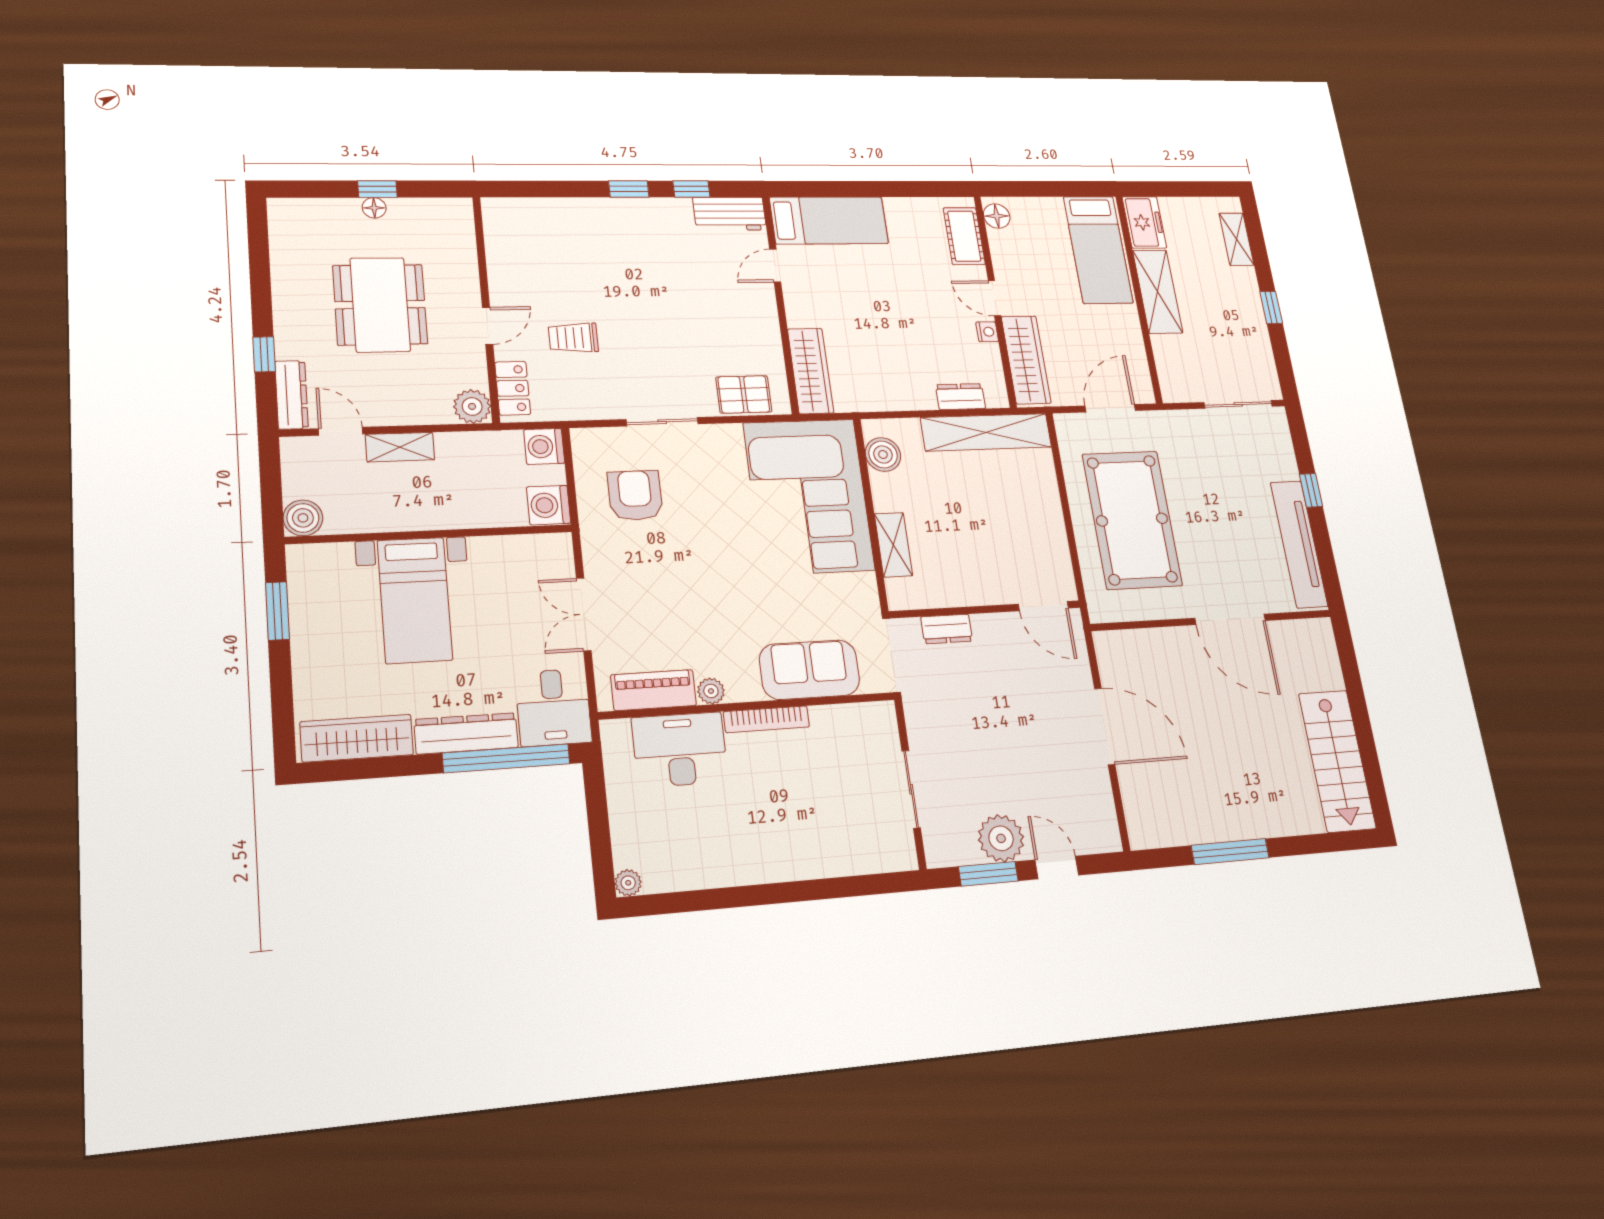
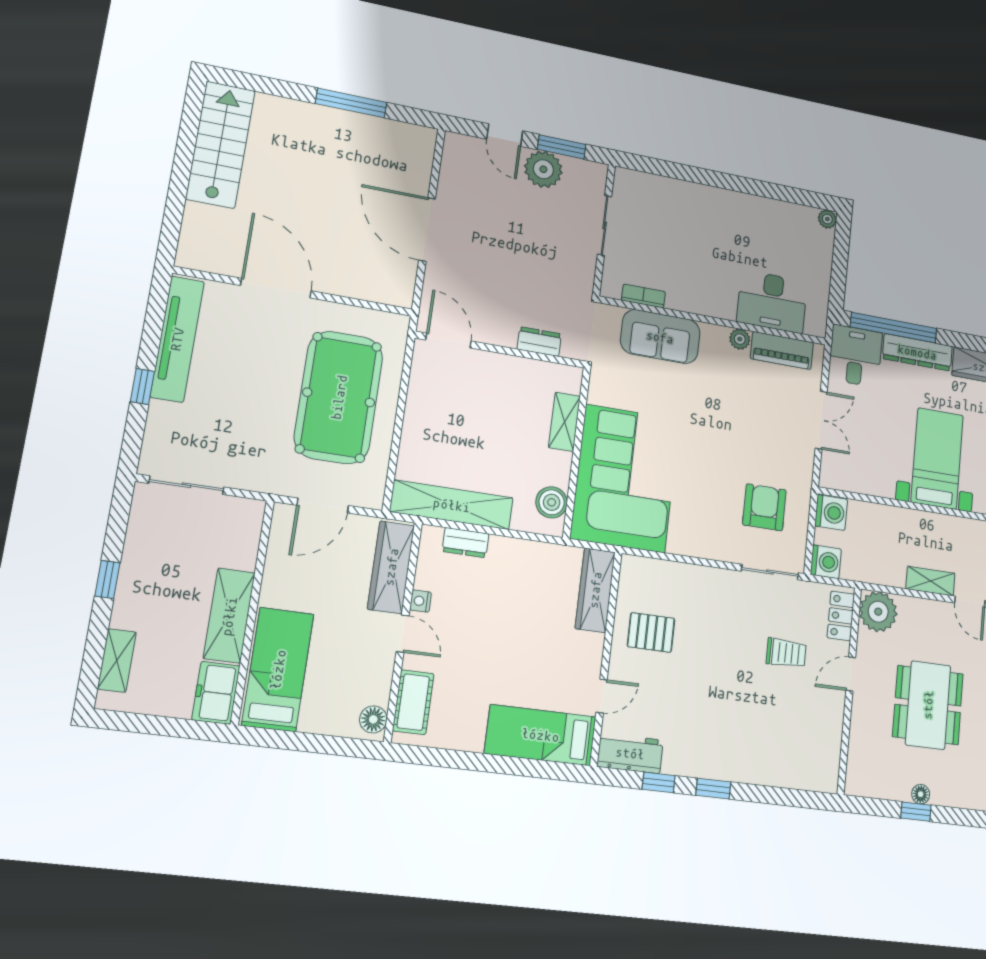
pallet: (744, 394) -> (651, 632), moved
plant: (472, 406) -> (878, 612), width x1.36, depth x1.36
sliding door: (662, 422) -> (770, 572), moved
armchair: (635, 495) -> (764, 507), turned 180
bookcase: (766, 719) -> (643, 296), moved, width x0.64

